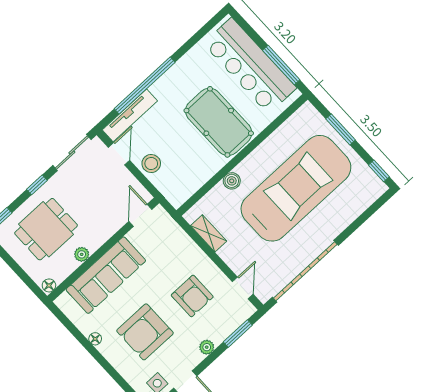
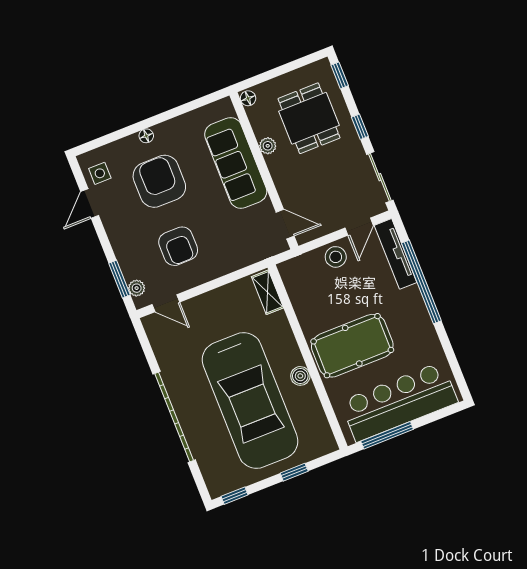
window: (341, 129) -> (294, 472), width x0.67
door: (119, 154) -> (359, 227), hinge flipped
boiler: (232, 181) -> (300, 376), moved
shelving: (209, 233) -> (267, 292), moved, turned 90
garage door: (305, 271) -> (174, 417), moved
armchair: (192, 296) -> (178, 246), turned -90
floor lamp: (95, 339) -> (146, 136), moved
plant: (207, 347) -> (137, 288), moved

